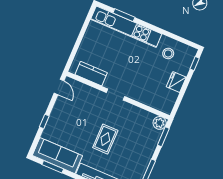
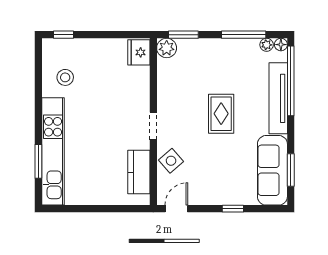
fridge: (176, 82) -> (139, 52), moved, turned 90
side table: (90, 96) -> (171, 161), added
rug: (105, 139) -> (221, 114), turned 90

